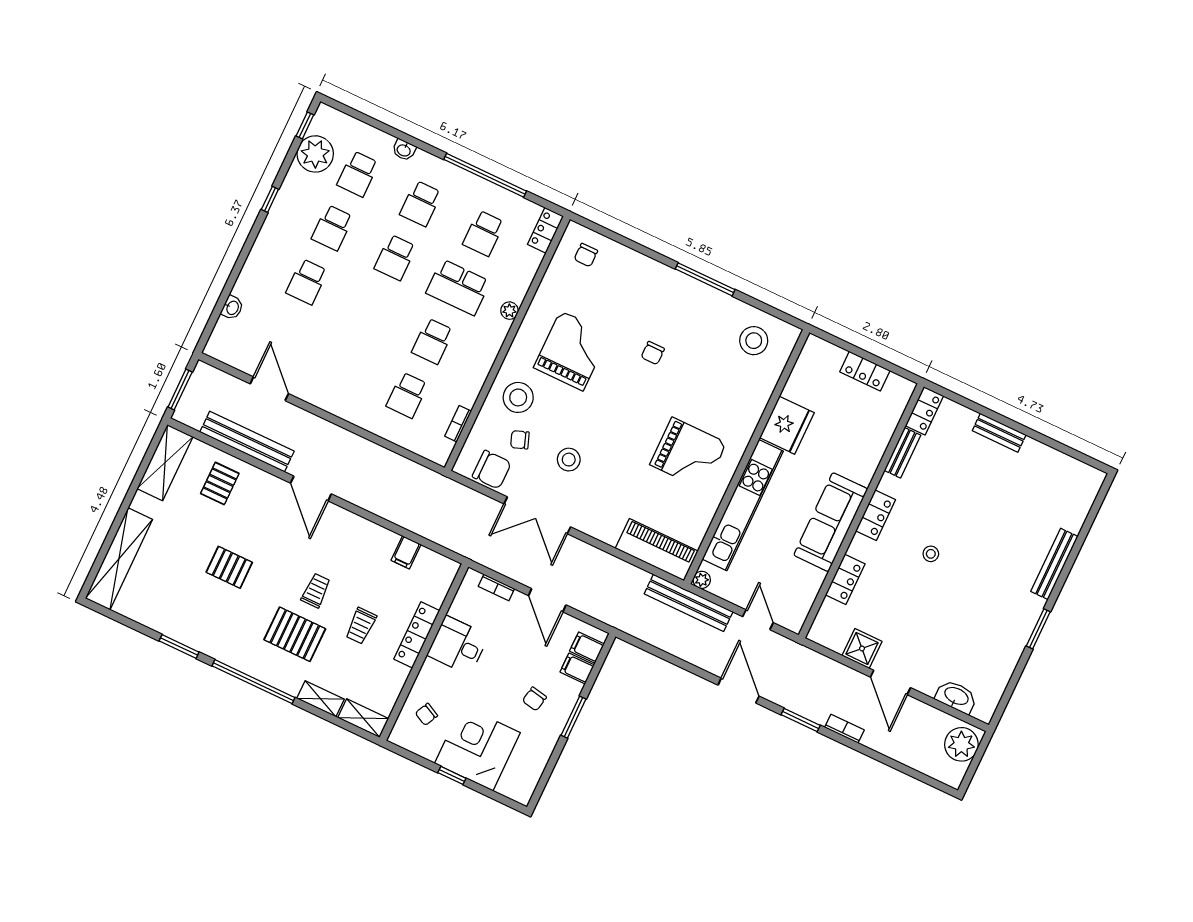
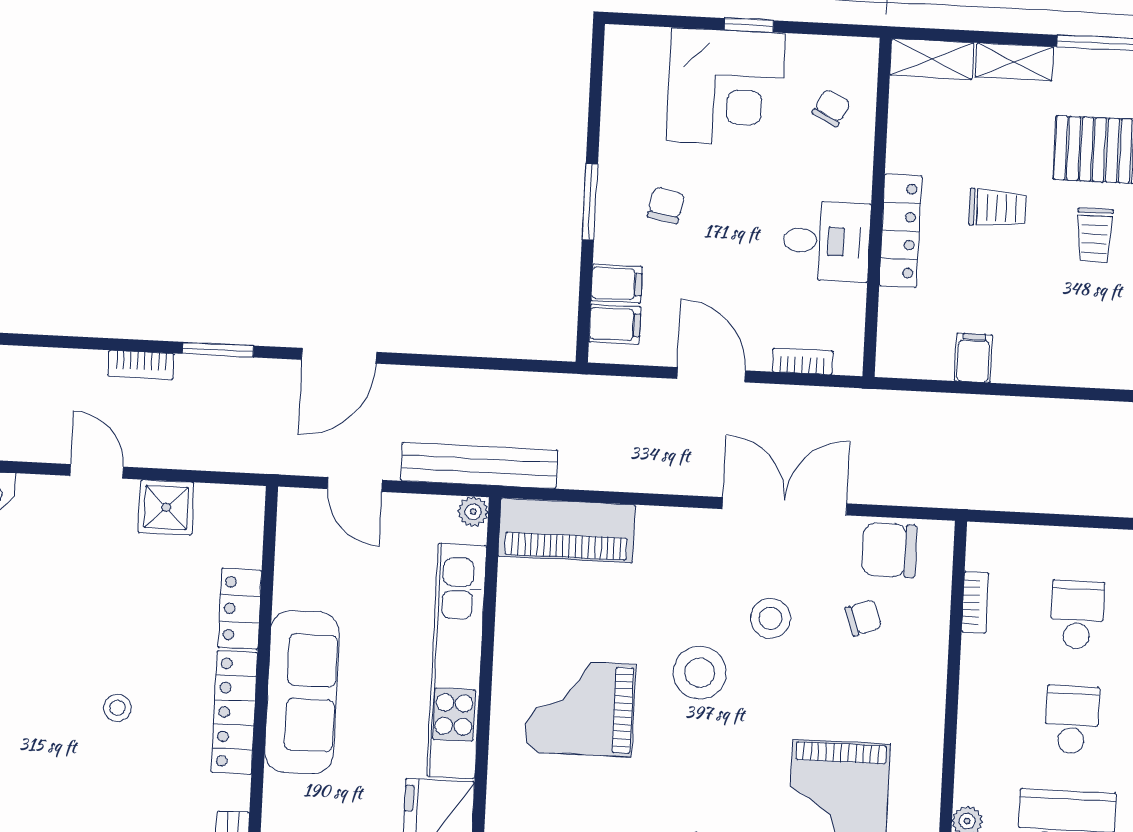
stool: (518, 397) -> (700, 673), moved
locker: (876, 515) -> (234, 712), width x1.53
trolley: (361, 626) -> (998, 208), turned 90
door: (891, 682) -> (97, 471), width x0.73
door: (738, 691) -> (339, 356), hinge flipped

